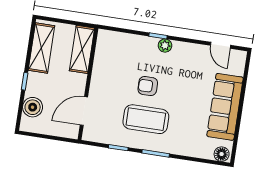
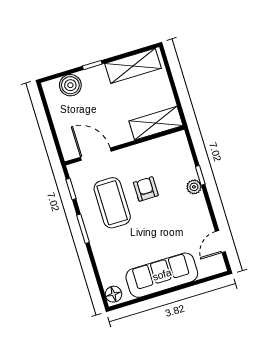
shelving: (82, 49) -> (156, 123), moved
wall: (88, 84) -> (124, 146), moved
door: (84, 111) -> (96, 154), moved

